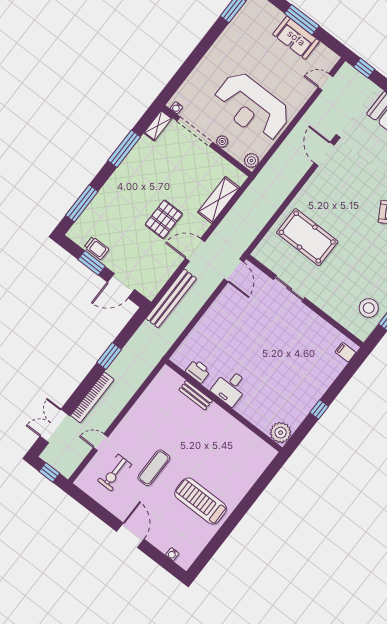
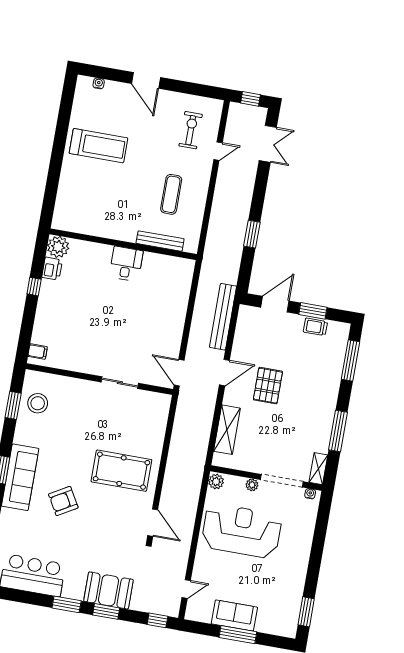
pool table: (307, 237) -> (121, 471), moved
printer: (198, 371) -> (52, 269), moved, turned -90
bench: (196, 395) -> (160, 241), width x1.36
bookcase: (92, 397) -> (247, 188), removed
exercise mat: (154, 468) -> (171, 194), moved

